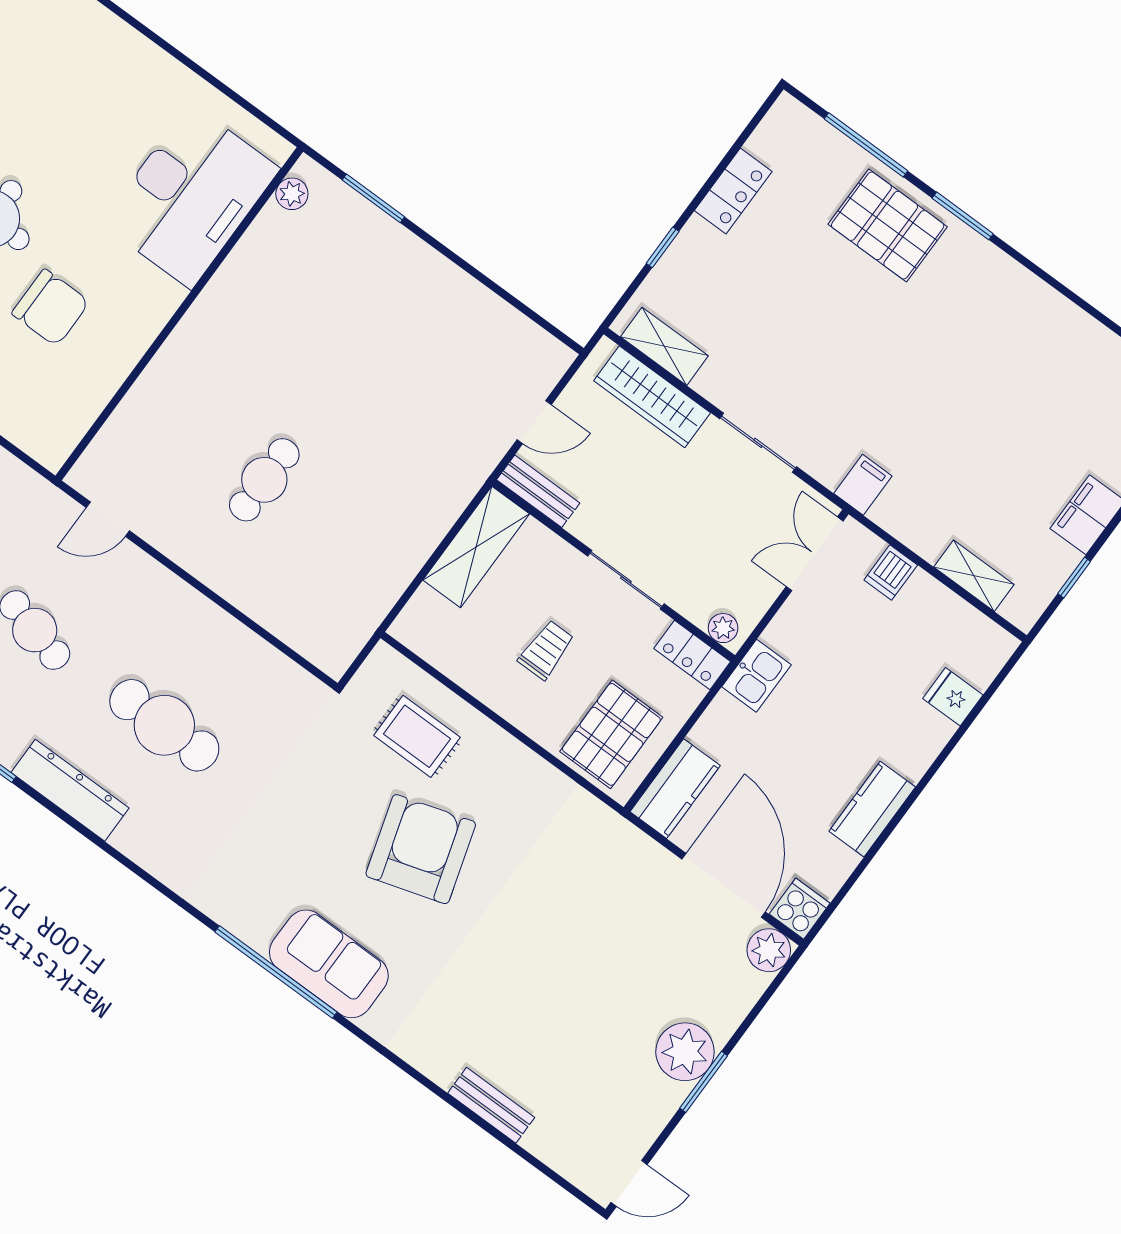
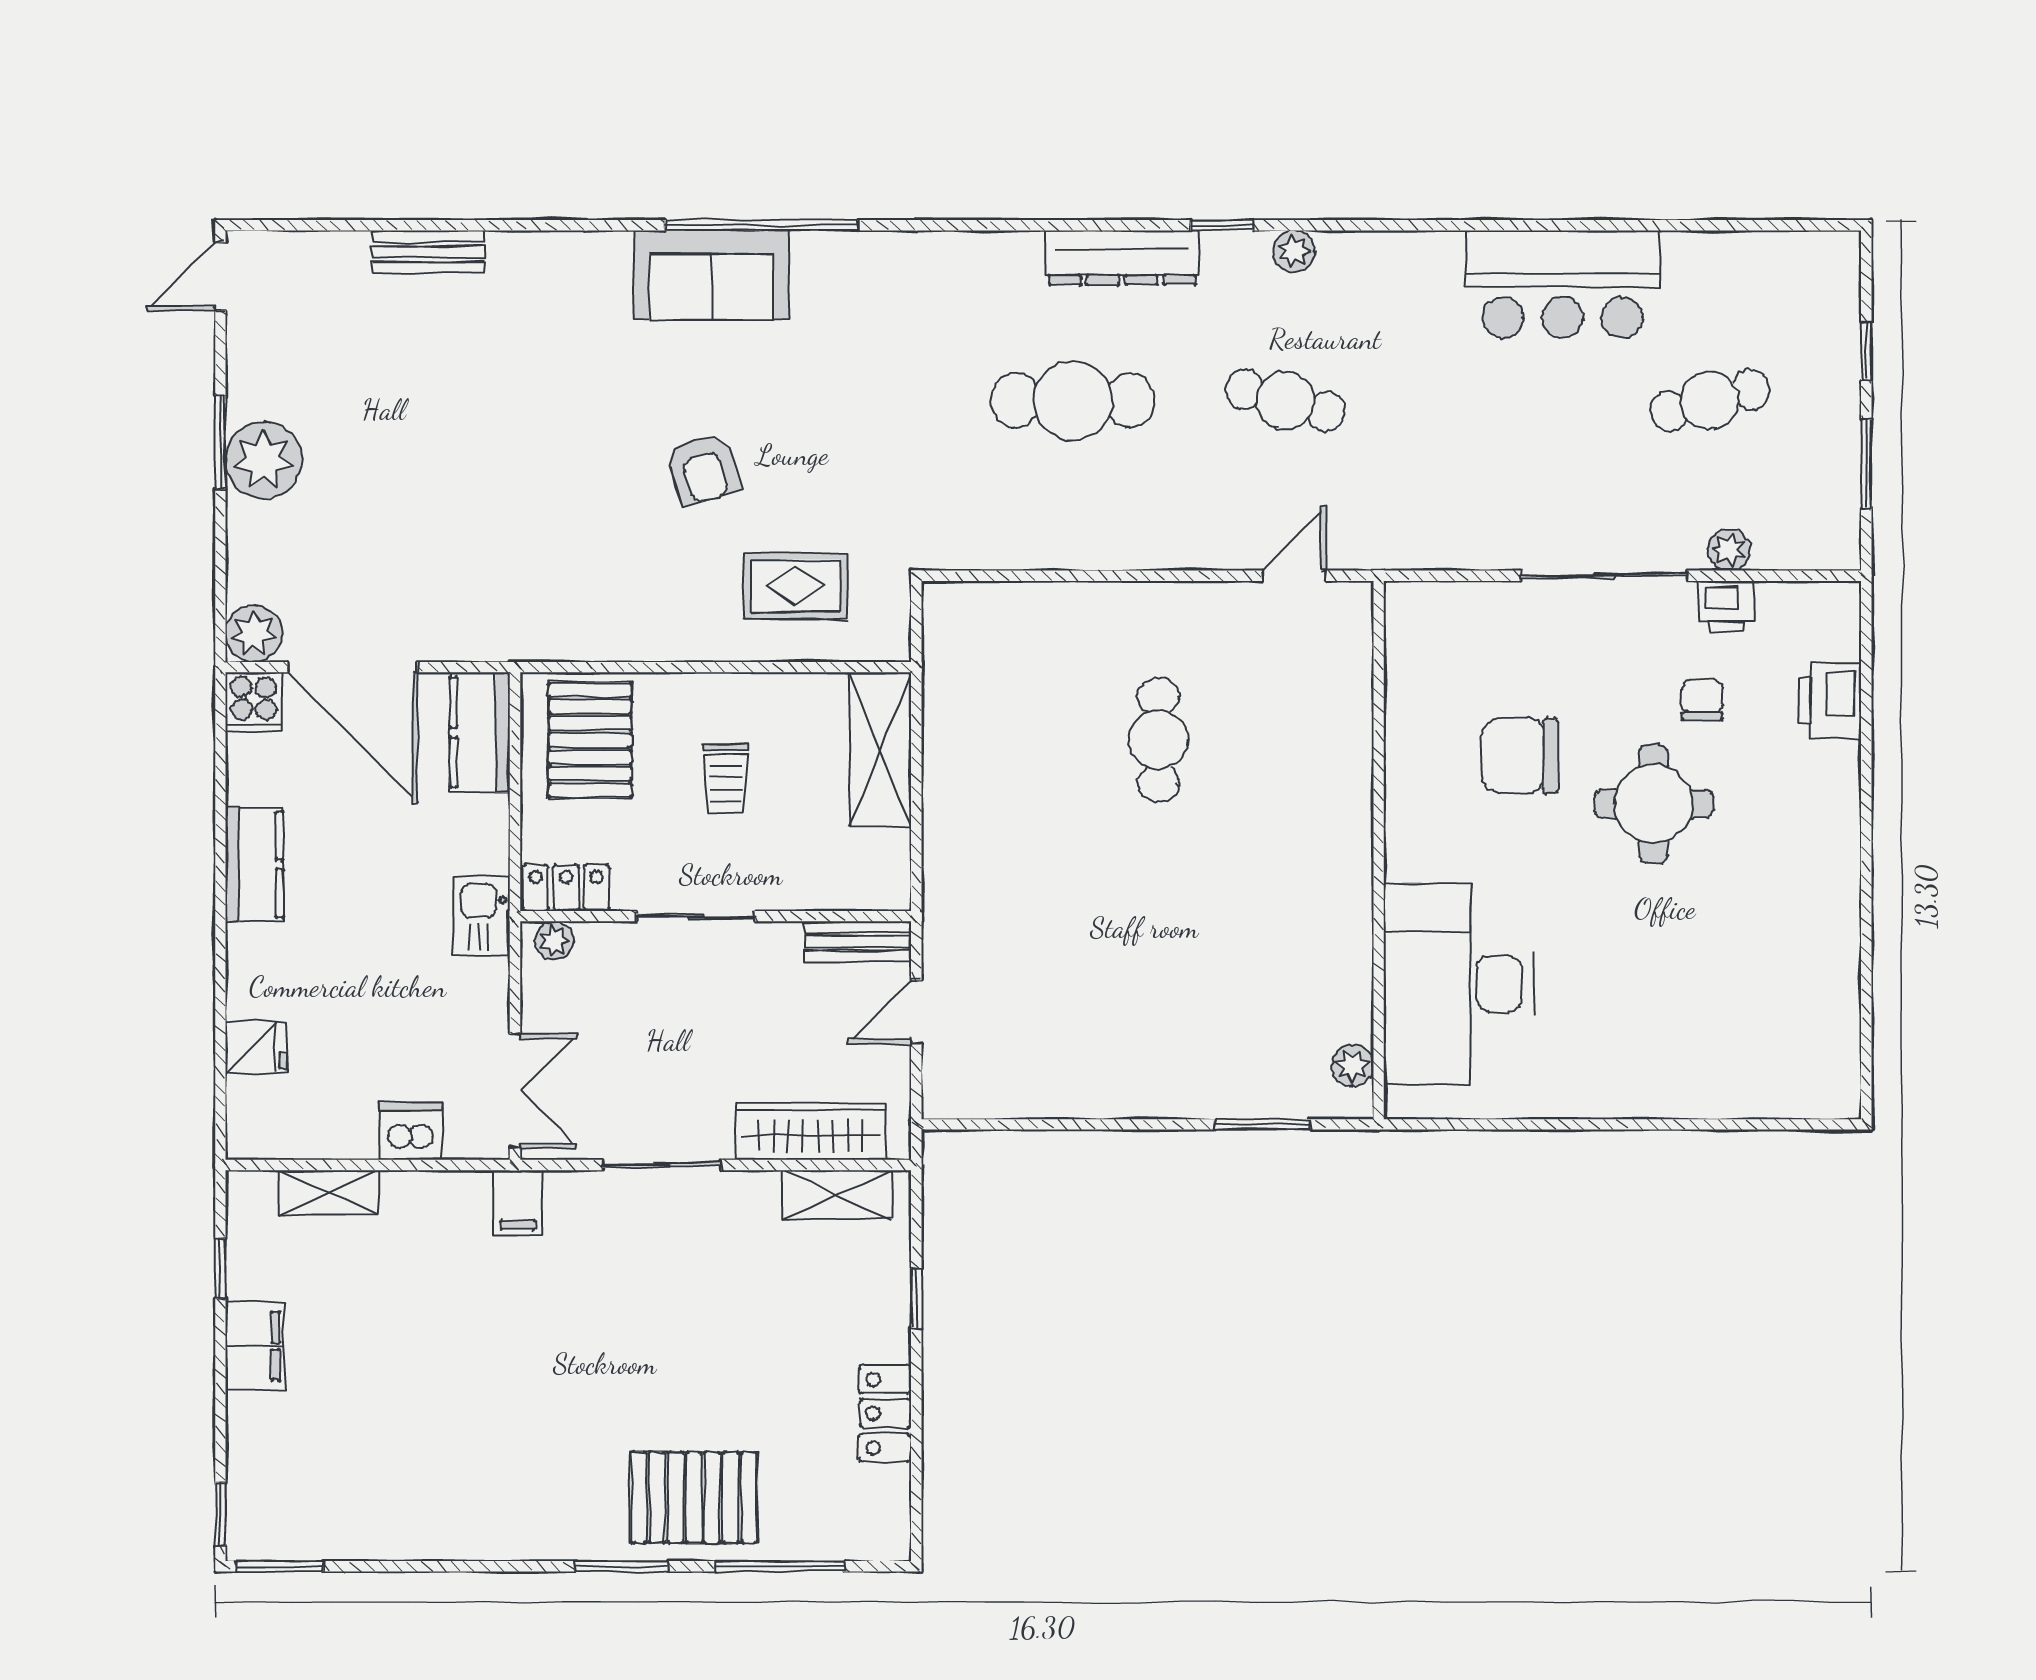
shelving: (476, 547) -> (880, 749), moved
dishwasher: (891, 572) -> (411, 1131), width x1.38
armchair: (421, 849) -> (703, 469), width x0.53, depth x0.53

